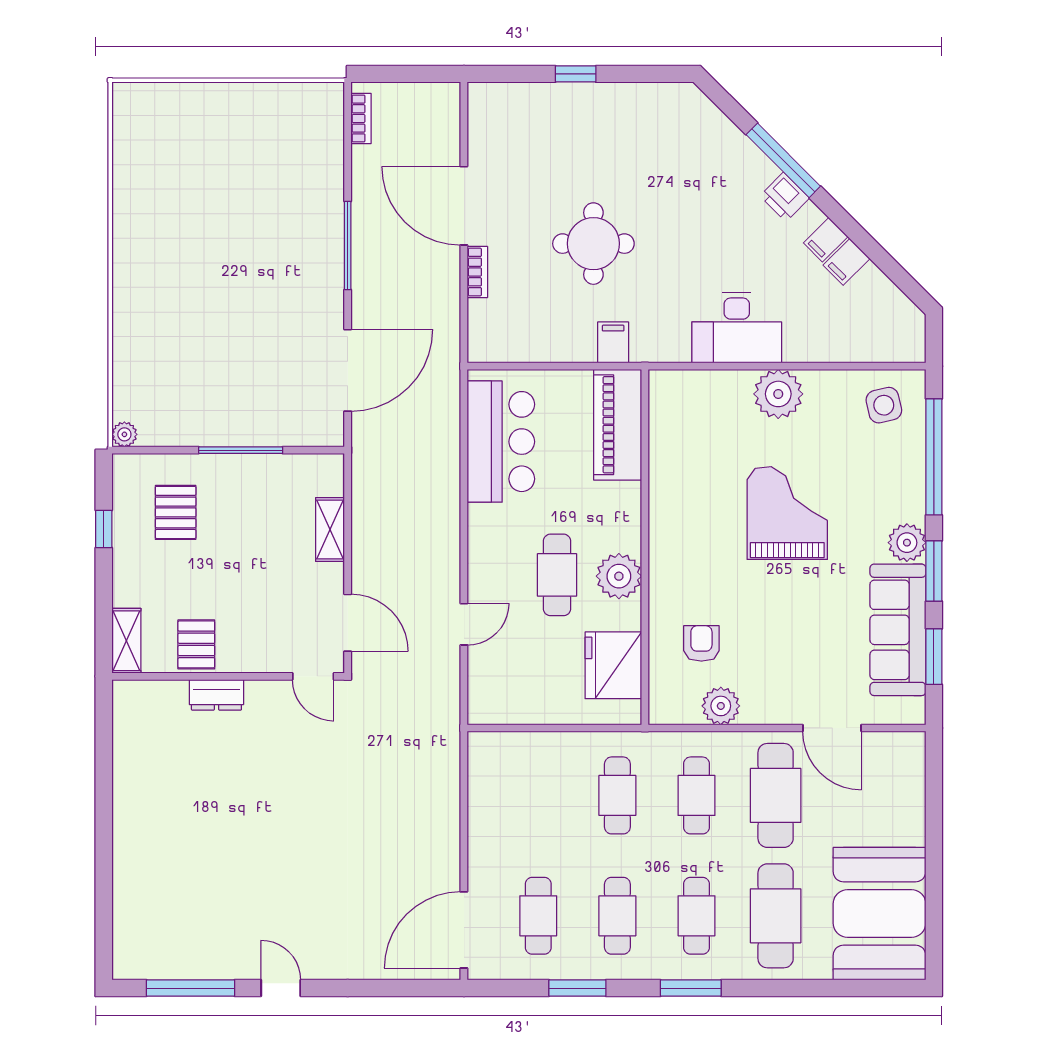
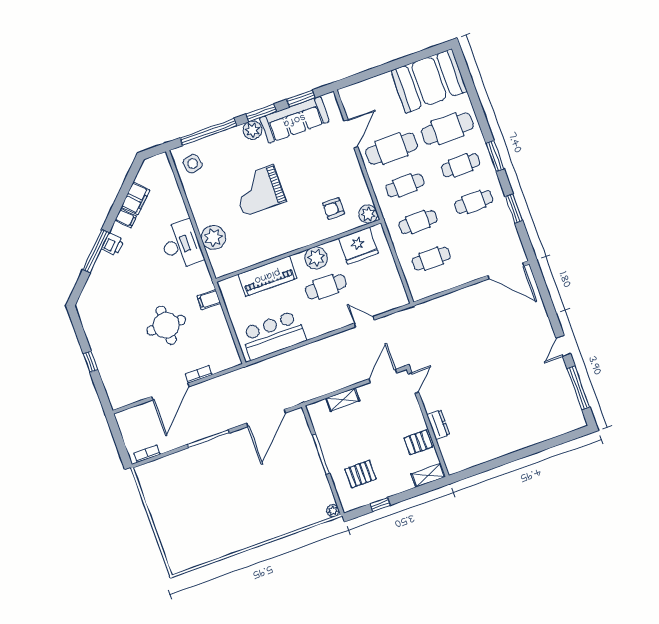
filing cabinet: (846, 262) -> (135, 199), width x2.00
door: (348, 370) -> (266, 418), swing flipped
plant: (778, 394) -> (213, 238), moved
piano: (618, 425) -> (267, 276), moved
plant: (721, 706) -> (368, 214), moved
cafe table: (538, 916) -> (431, 259), moved

